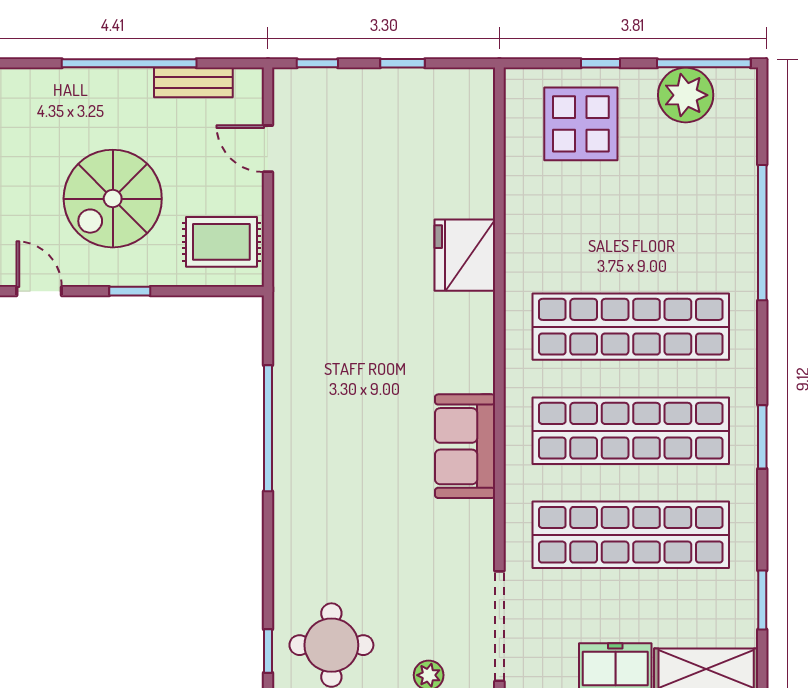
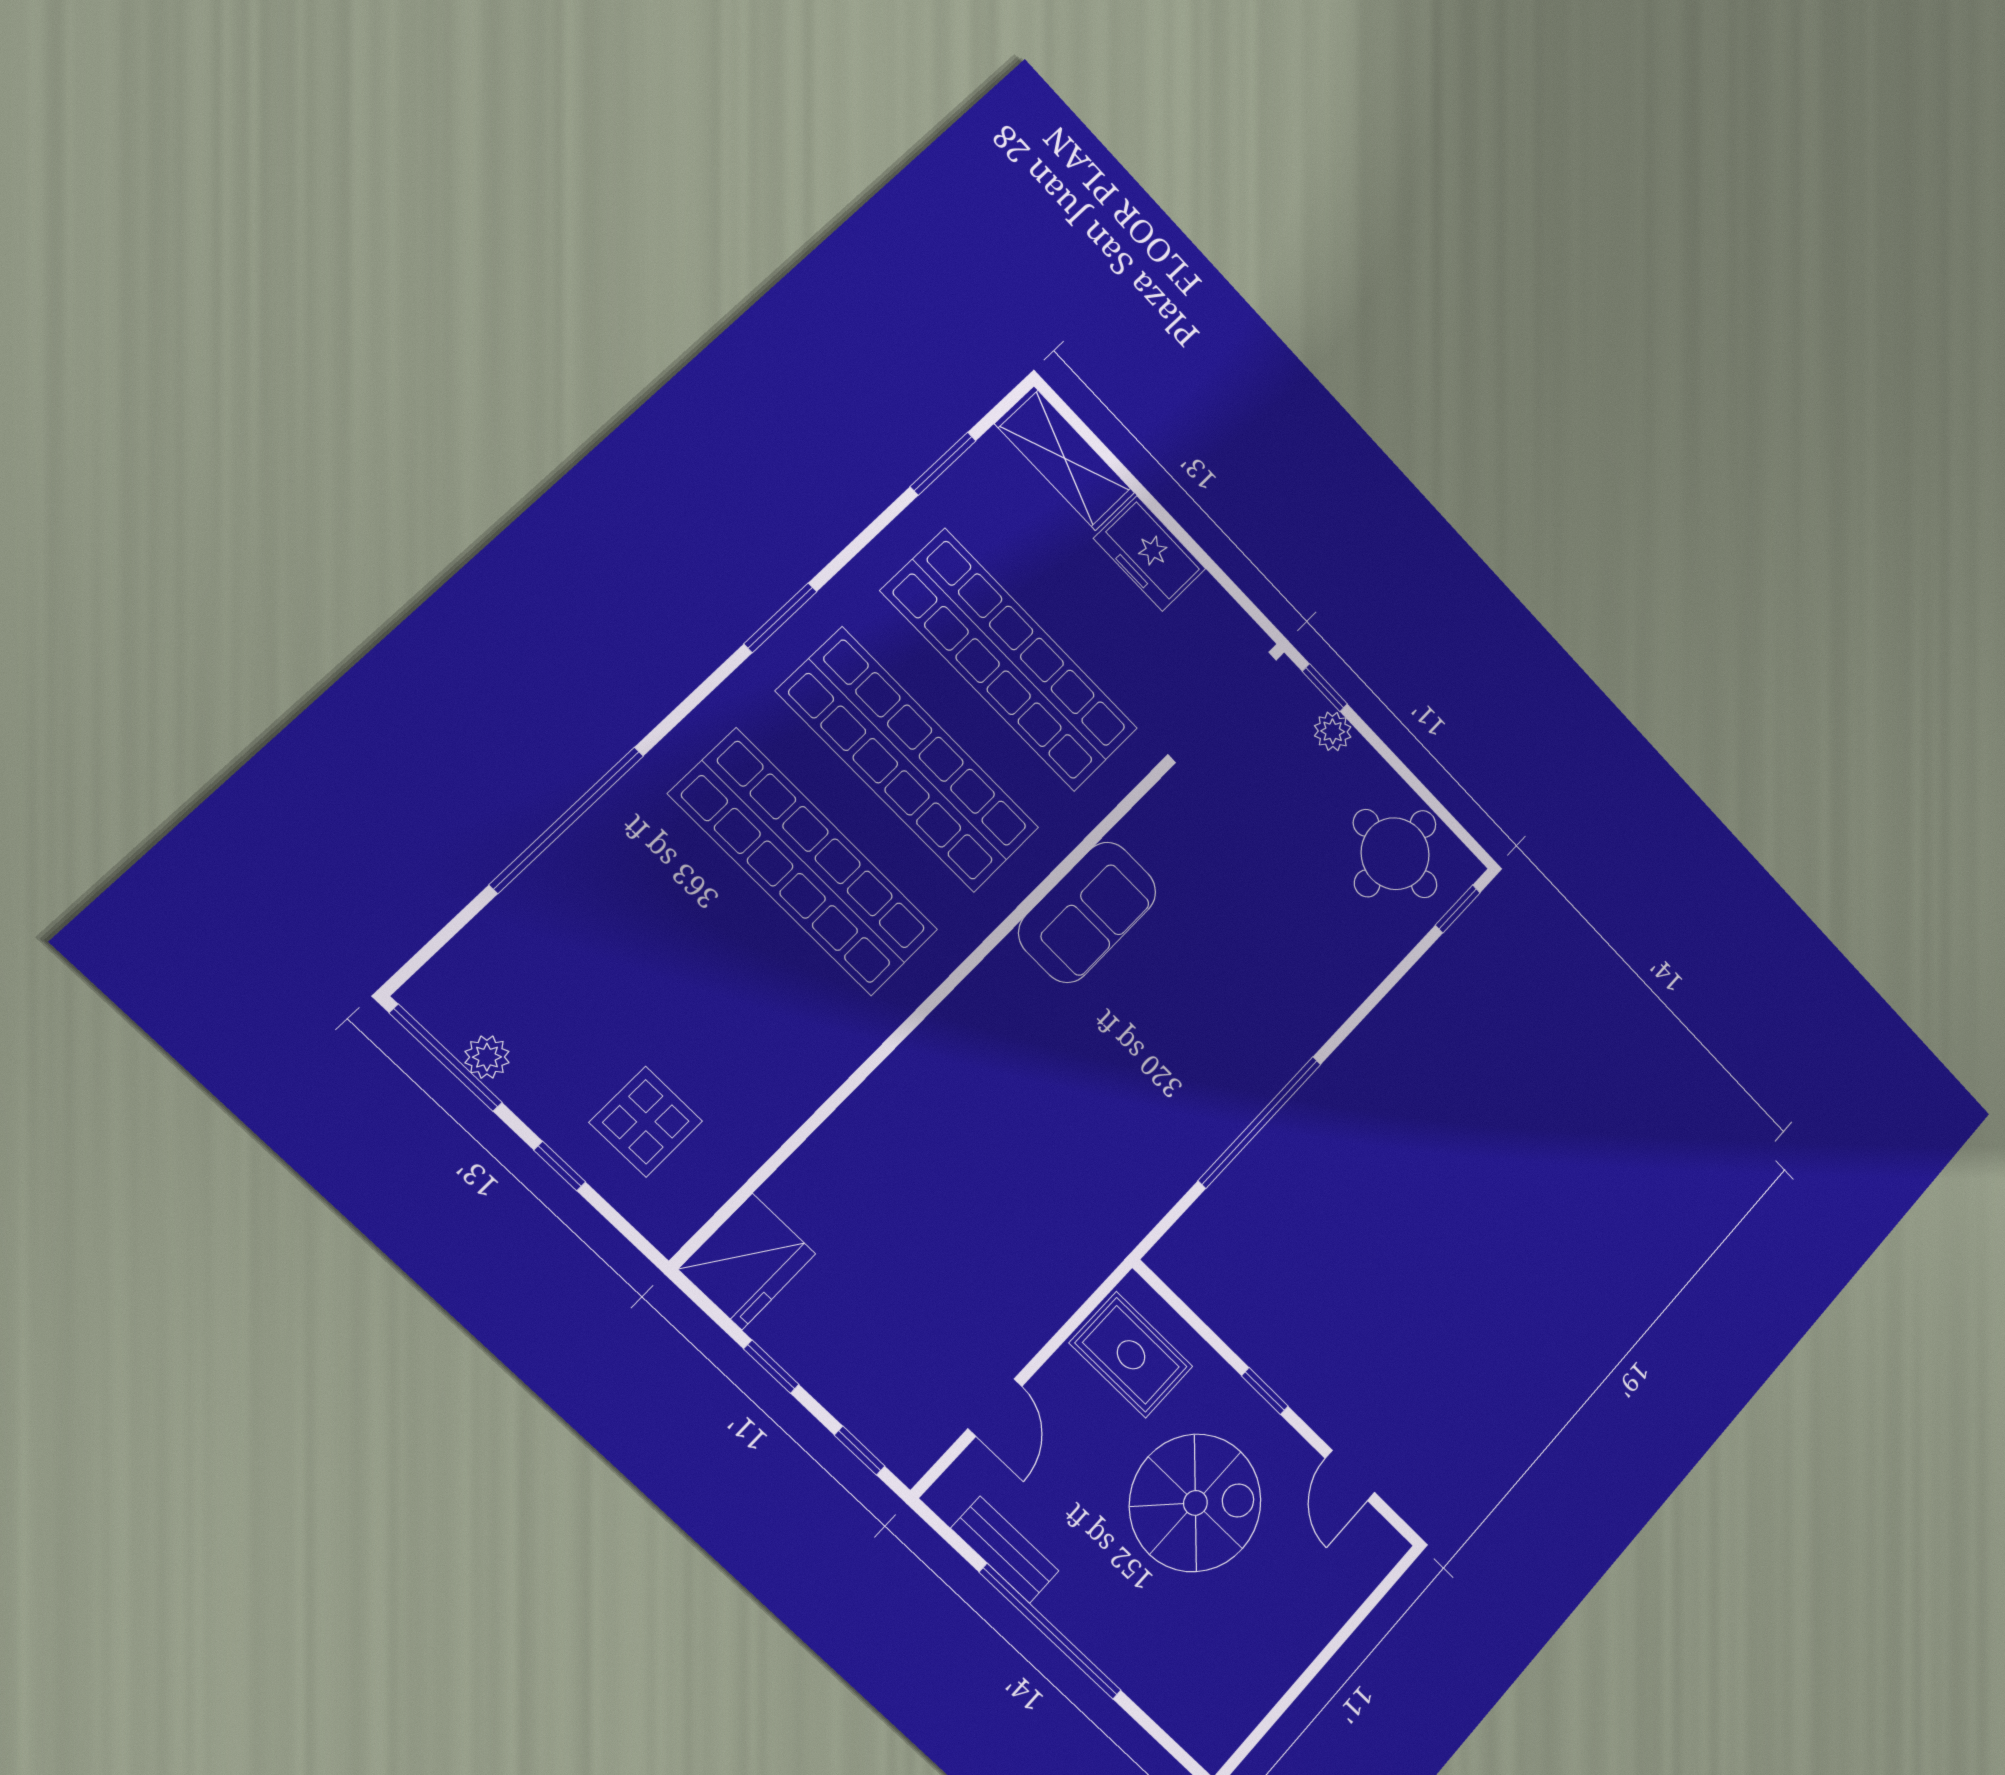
plant: (686, 95) -> (487, 1057), width x0.53, depth x0.53
display table: (581, 124) -> (646, 1122), width x0.73, depth x0.73
fridge: (465, 255) -> (747, 1262), moved

